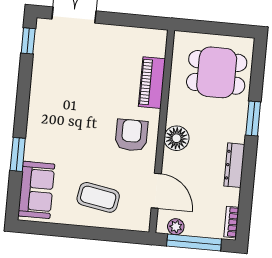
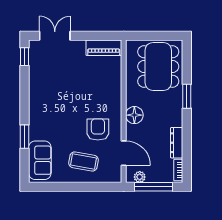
dining table: (217, 72) -> (158, 66), width x1.38
piano: (152, 83) -> (104, 48), moved, turned -90
armchair: (131, 135) -> (98, 129), moved
dresser: (234, 165) -> (177, 143), moved

